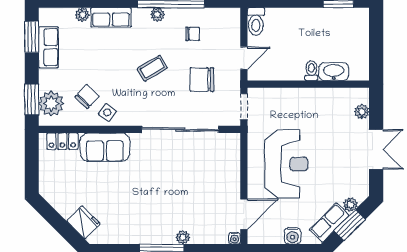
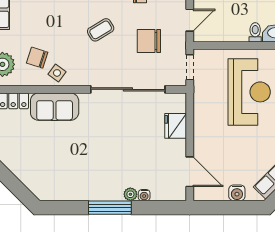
chair: (87, 97) -> (37, 58), turned -116
reception desk: (286, 164) -> (249, 92), moved
door: (244, 214) -> (190, 172), hinge flipped
fridge: (84, 222) -> (176, 126), moved, turned -135
water cooler: (235, 238) -> (144, 195), moved

